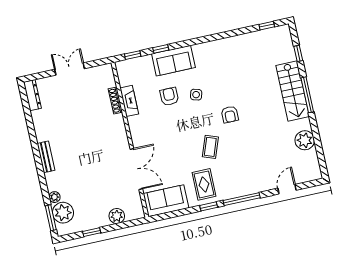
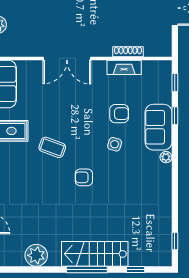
plant: (197, 49) -> (166, 157), added
double door: (136, 169) -> (67, 58), moved

